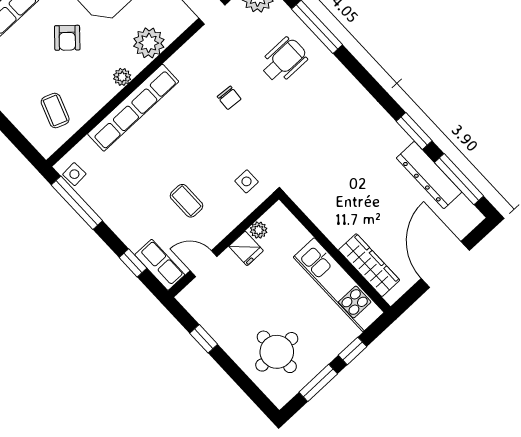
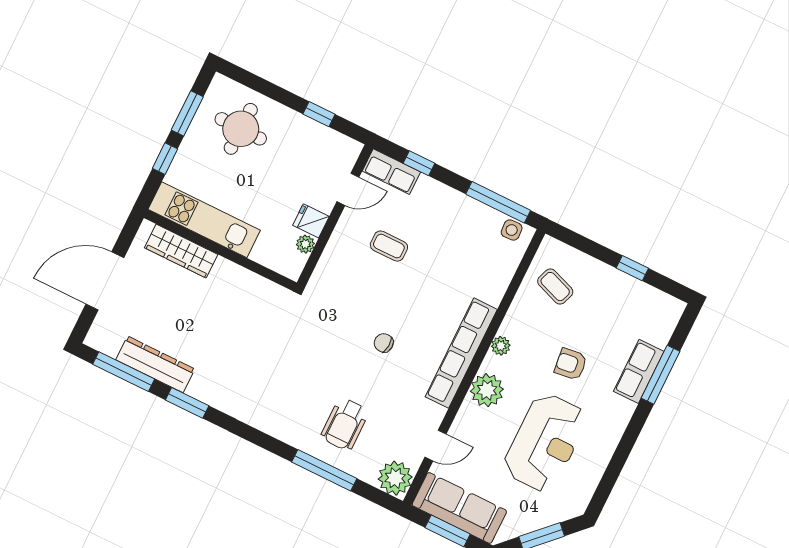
armchair: (67, 38) -> (571, 364), turned -49
chair: (229, 98) -> (384, 343), moved
row of seats: (133, 108) -> (461, 353), moved
side table: (247, 181) -> (336, 288), removed
door: (445, 264) -> (105, 281), swing flipped

